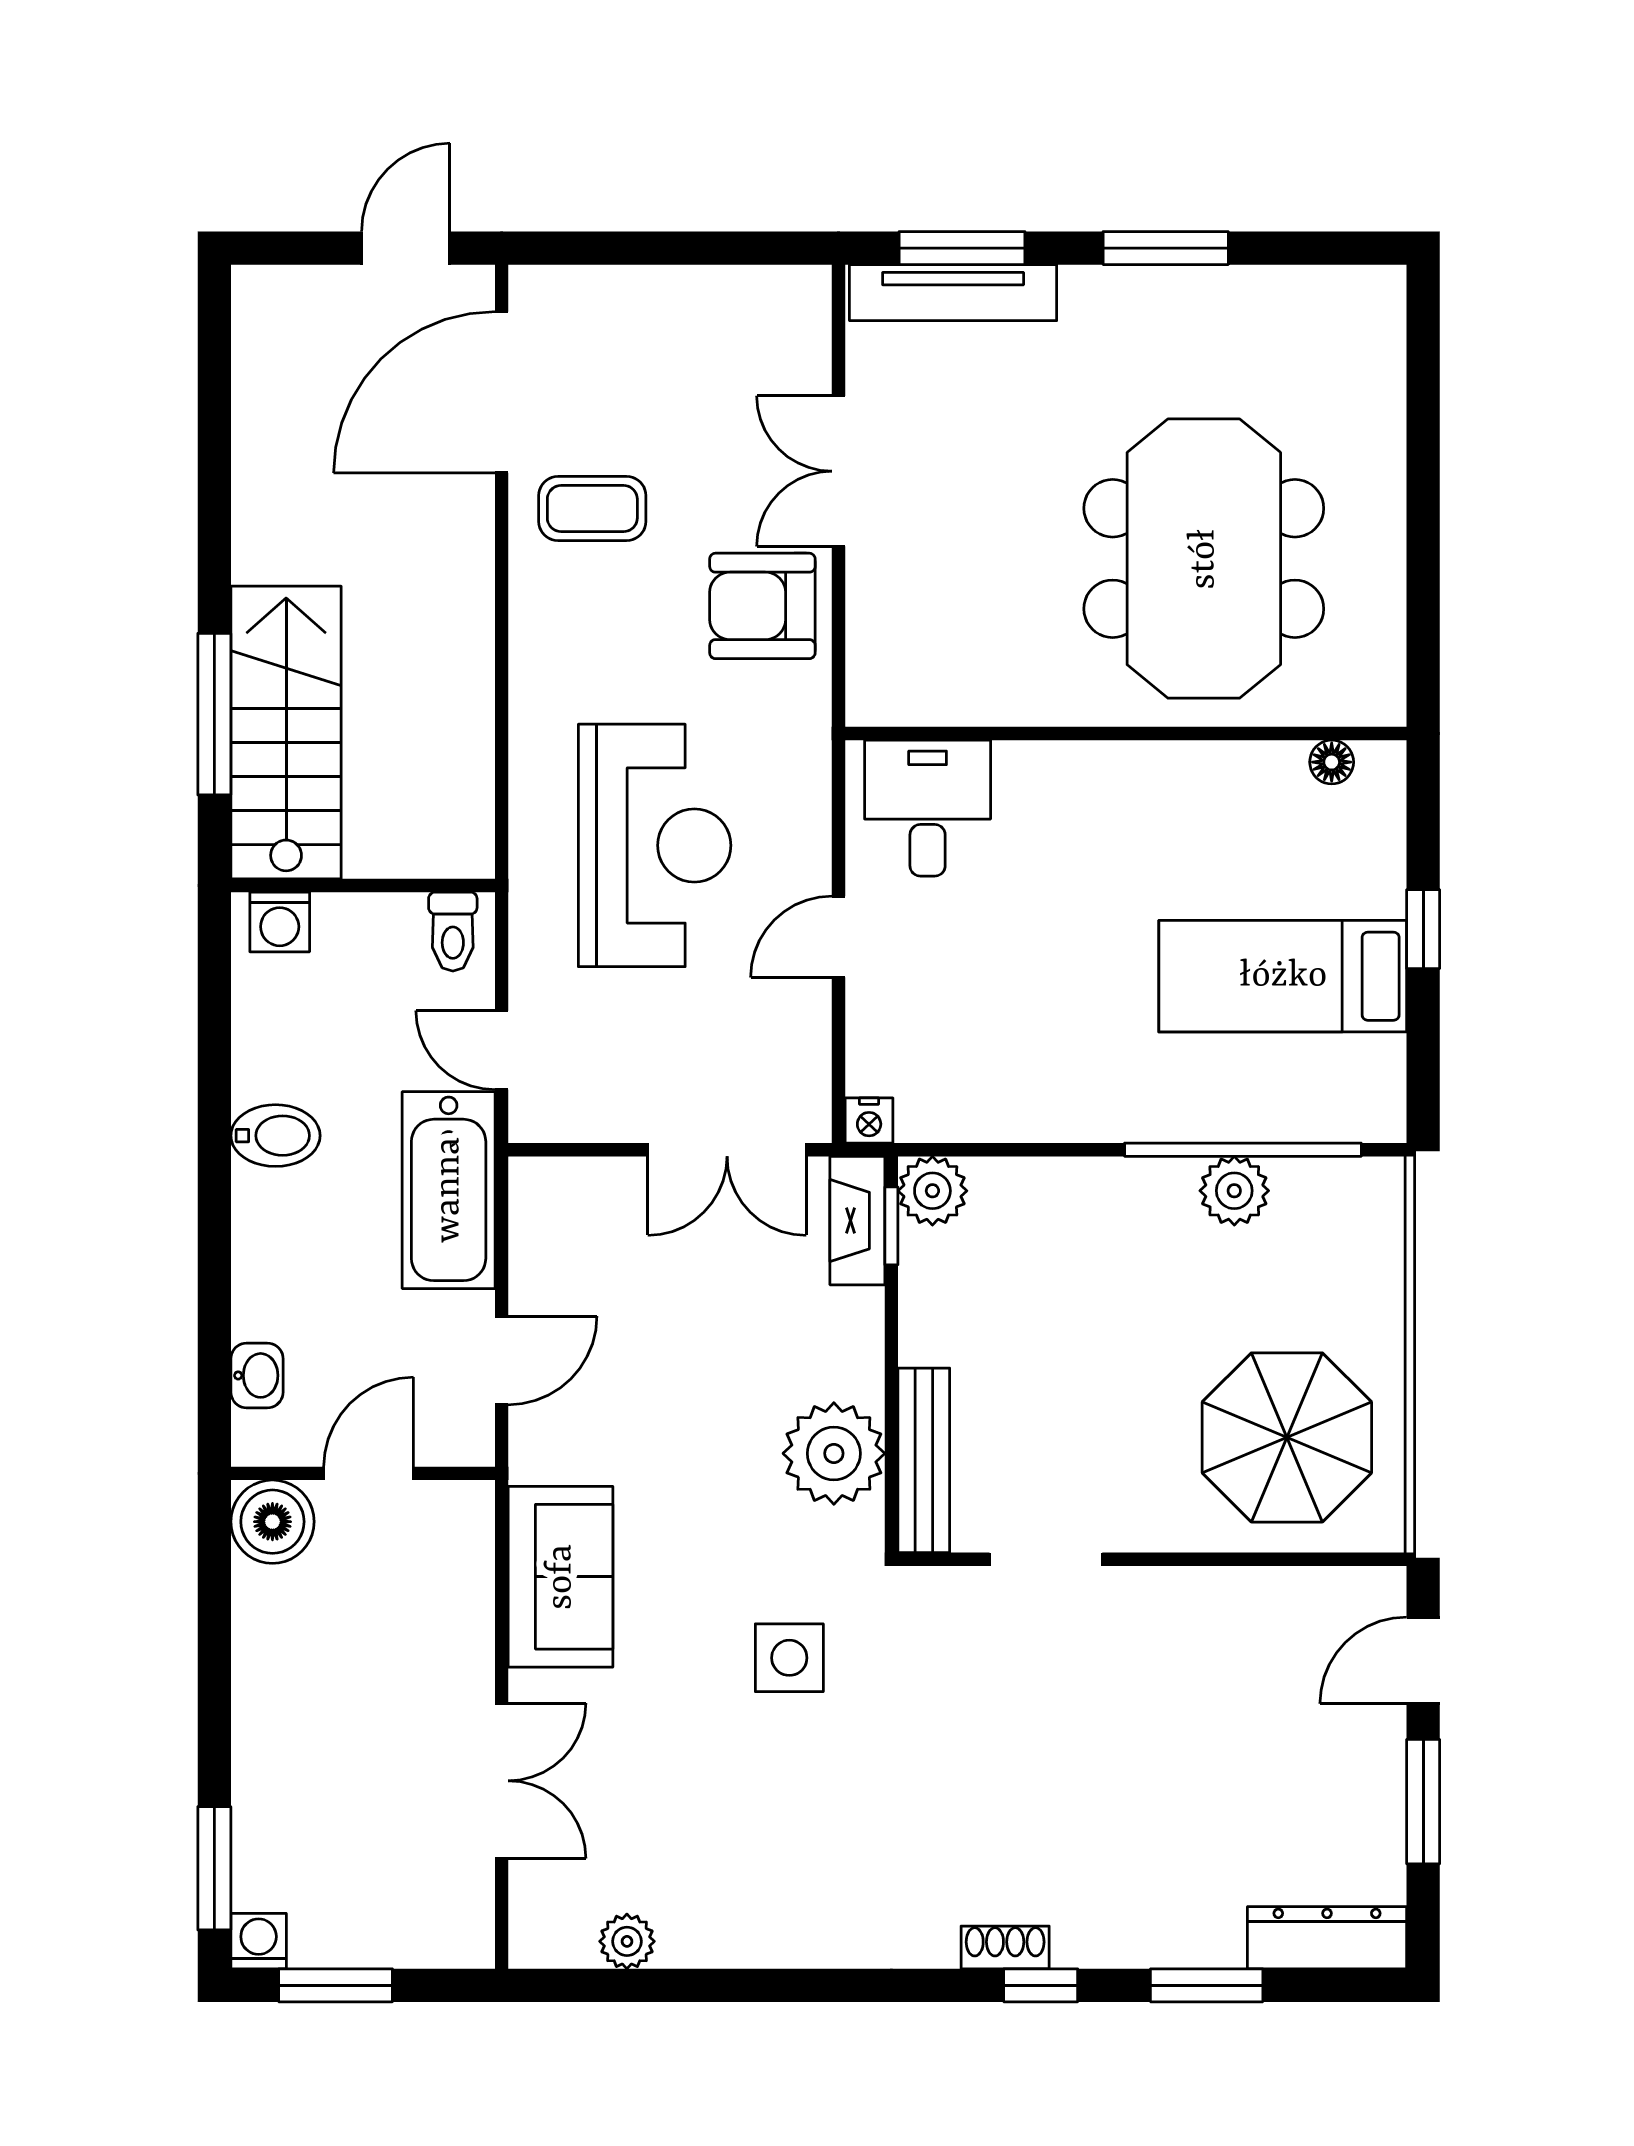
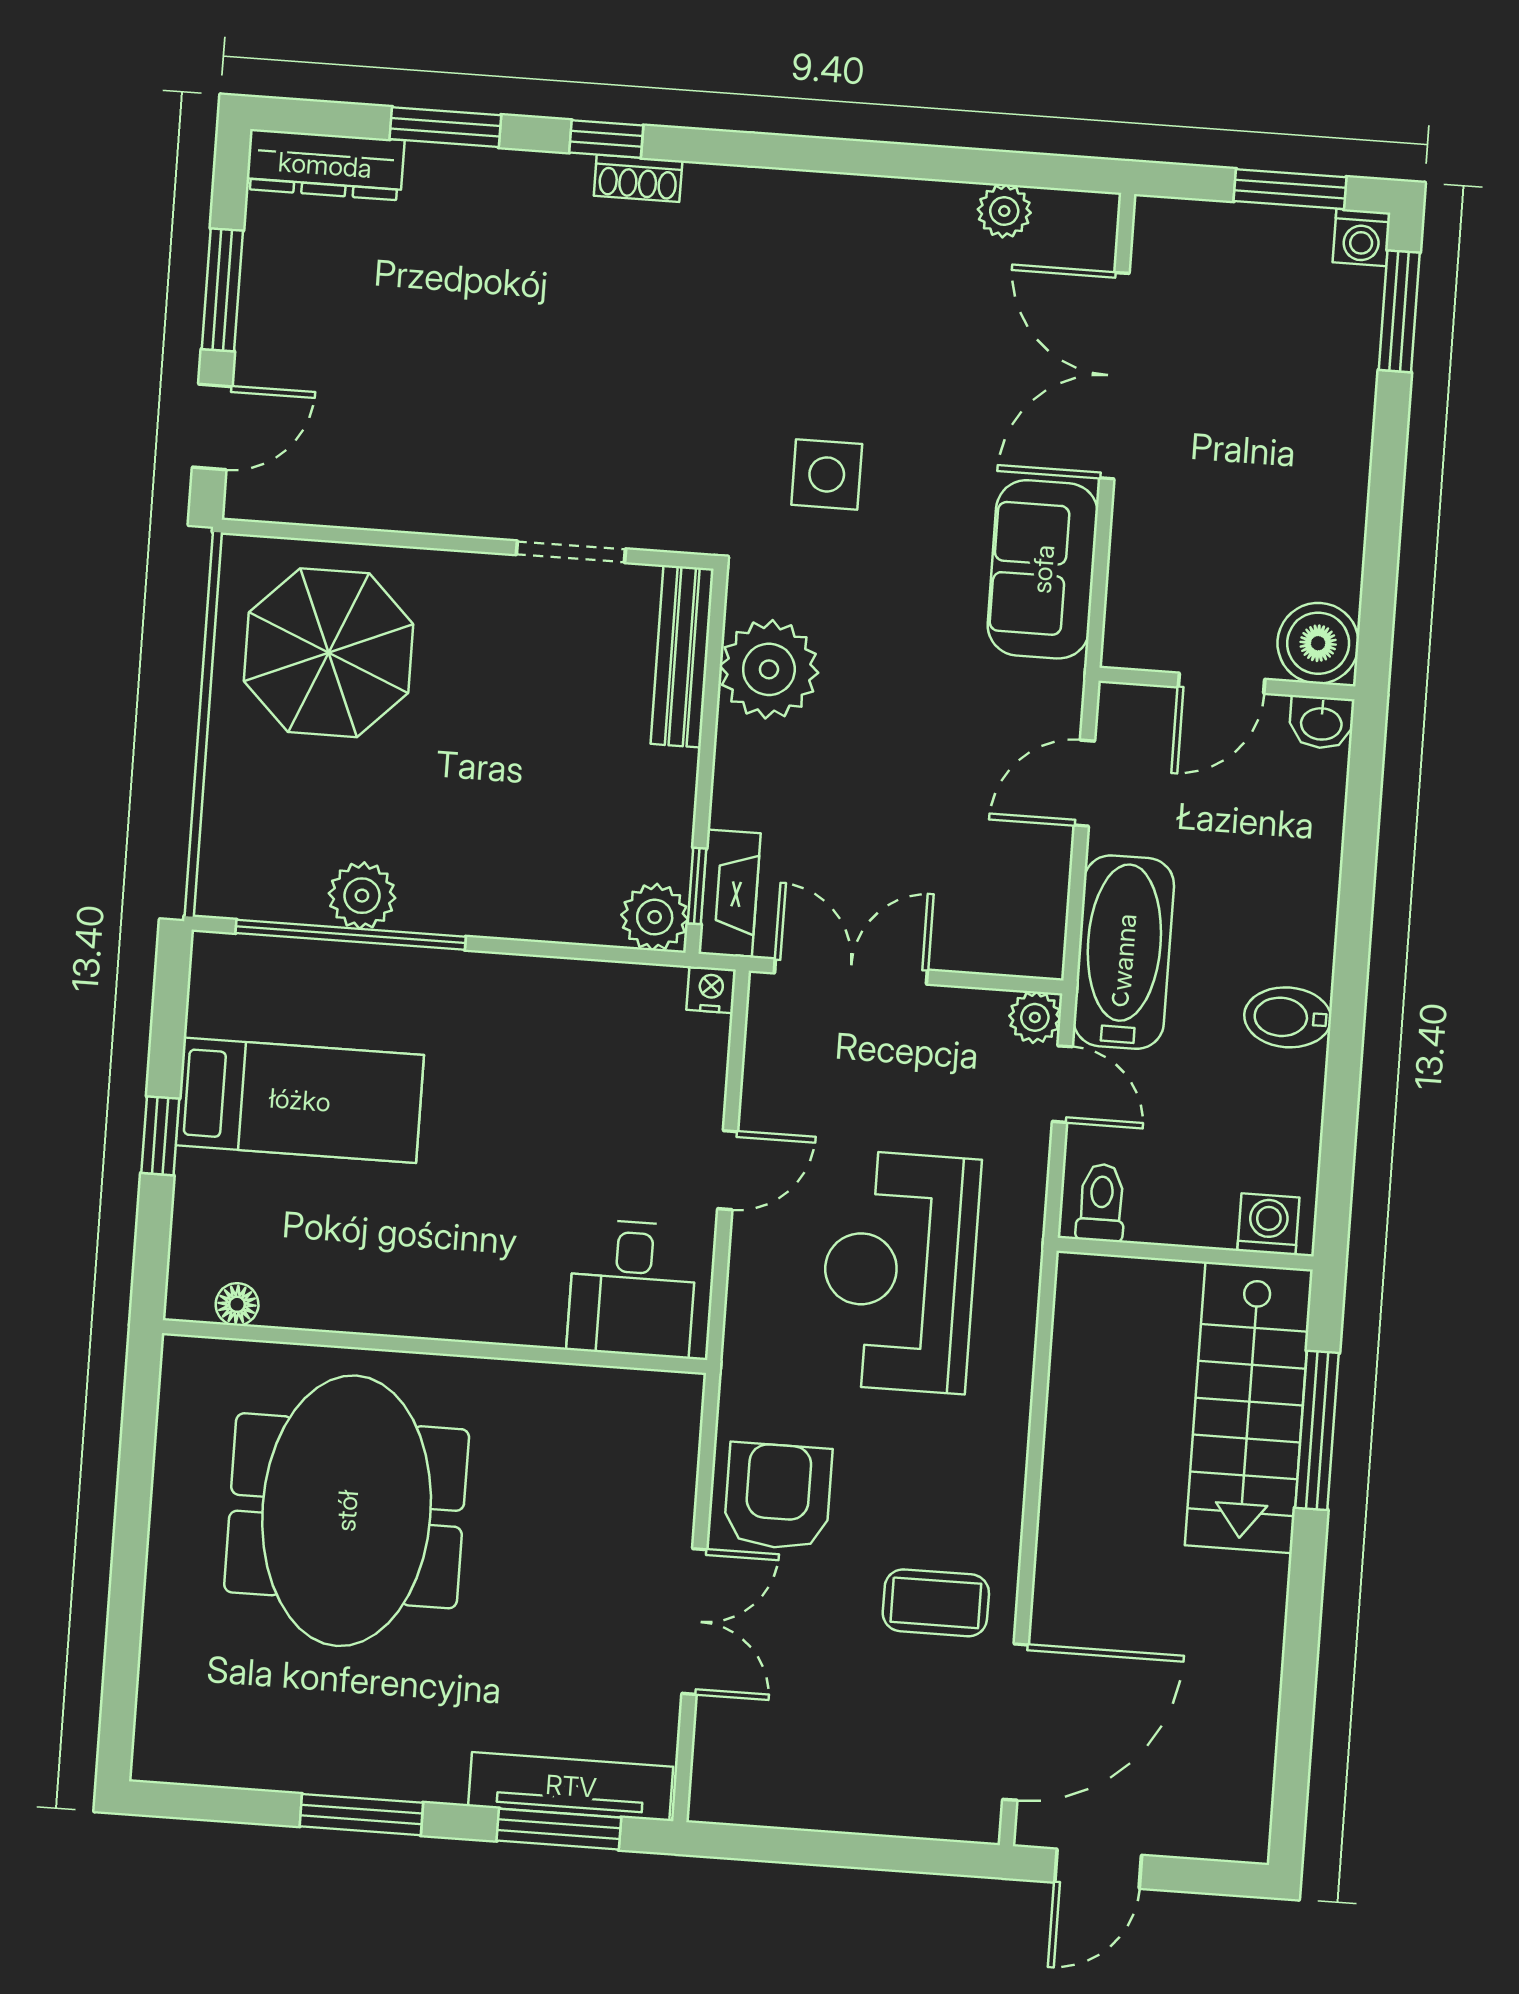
armchair: (762, 606) -> (778, 1496), turned -90
plant: (535, 1117) -> (1035, 1017), added
washbasin: (257, 1375) -> (1321, 722), moved, turned -90
double door: (502, 1781) -> (1114, 376), width x1.37

